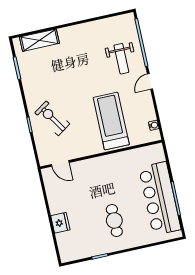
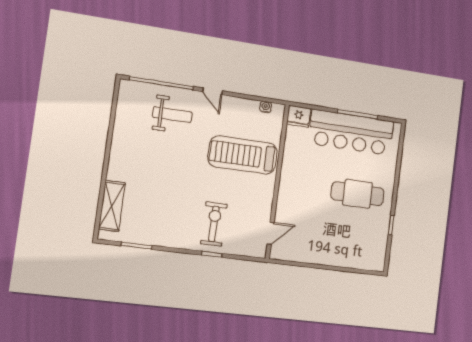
exercise bike: (52, 118) -> (214, 224), turned 123
cafe table: (114, 220) -> (358, 194), width x1.37, depth x1.35
fridge: (60, 223) -> (299, 116), moved, turned 180

